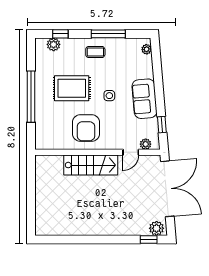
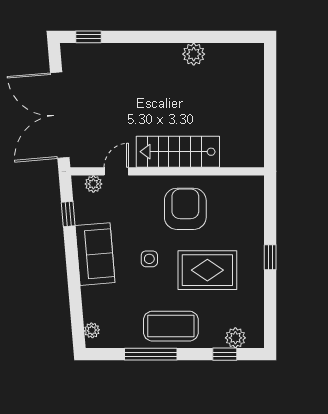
coffee table: (95, 52) -> (171, 326), width x1.86, depth x1.72
window: (31, 97) -> (270, 257), width x0.32
plant: (157, 228) -> (194, 54), moved

